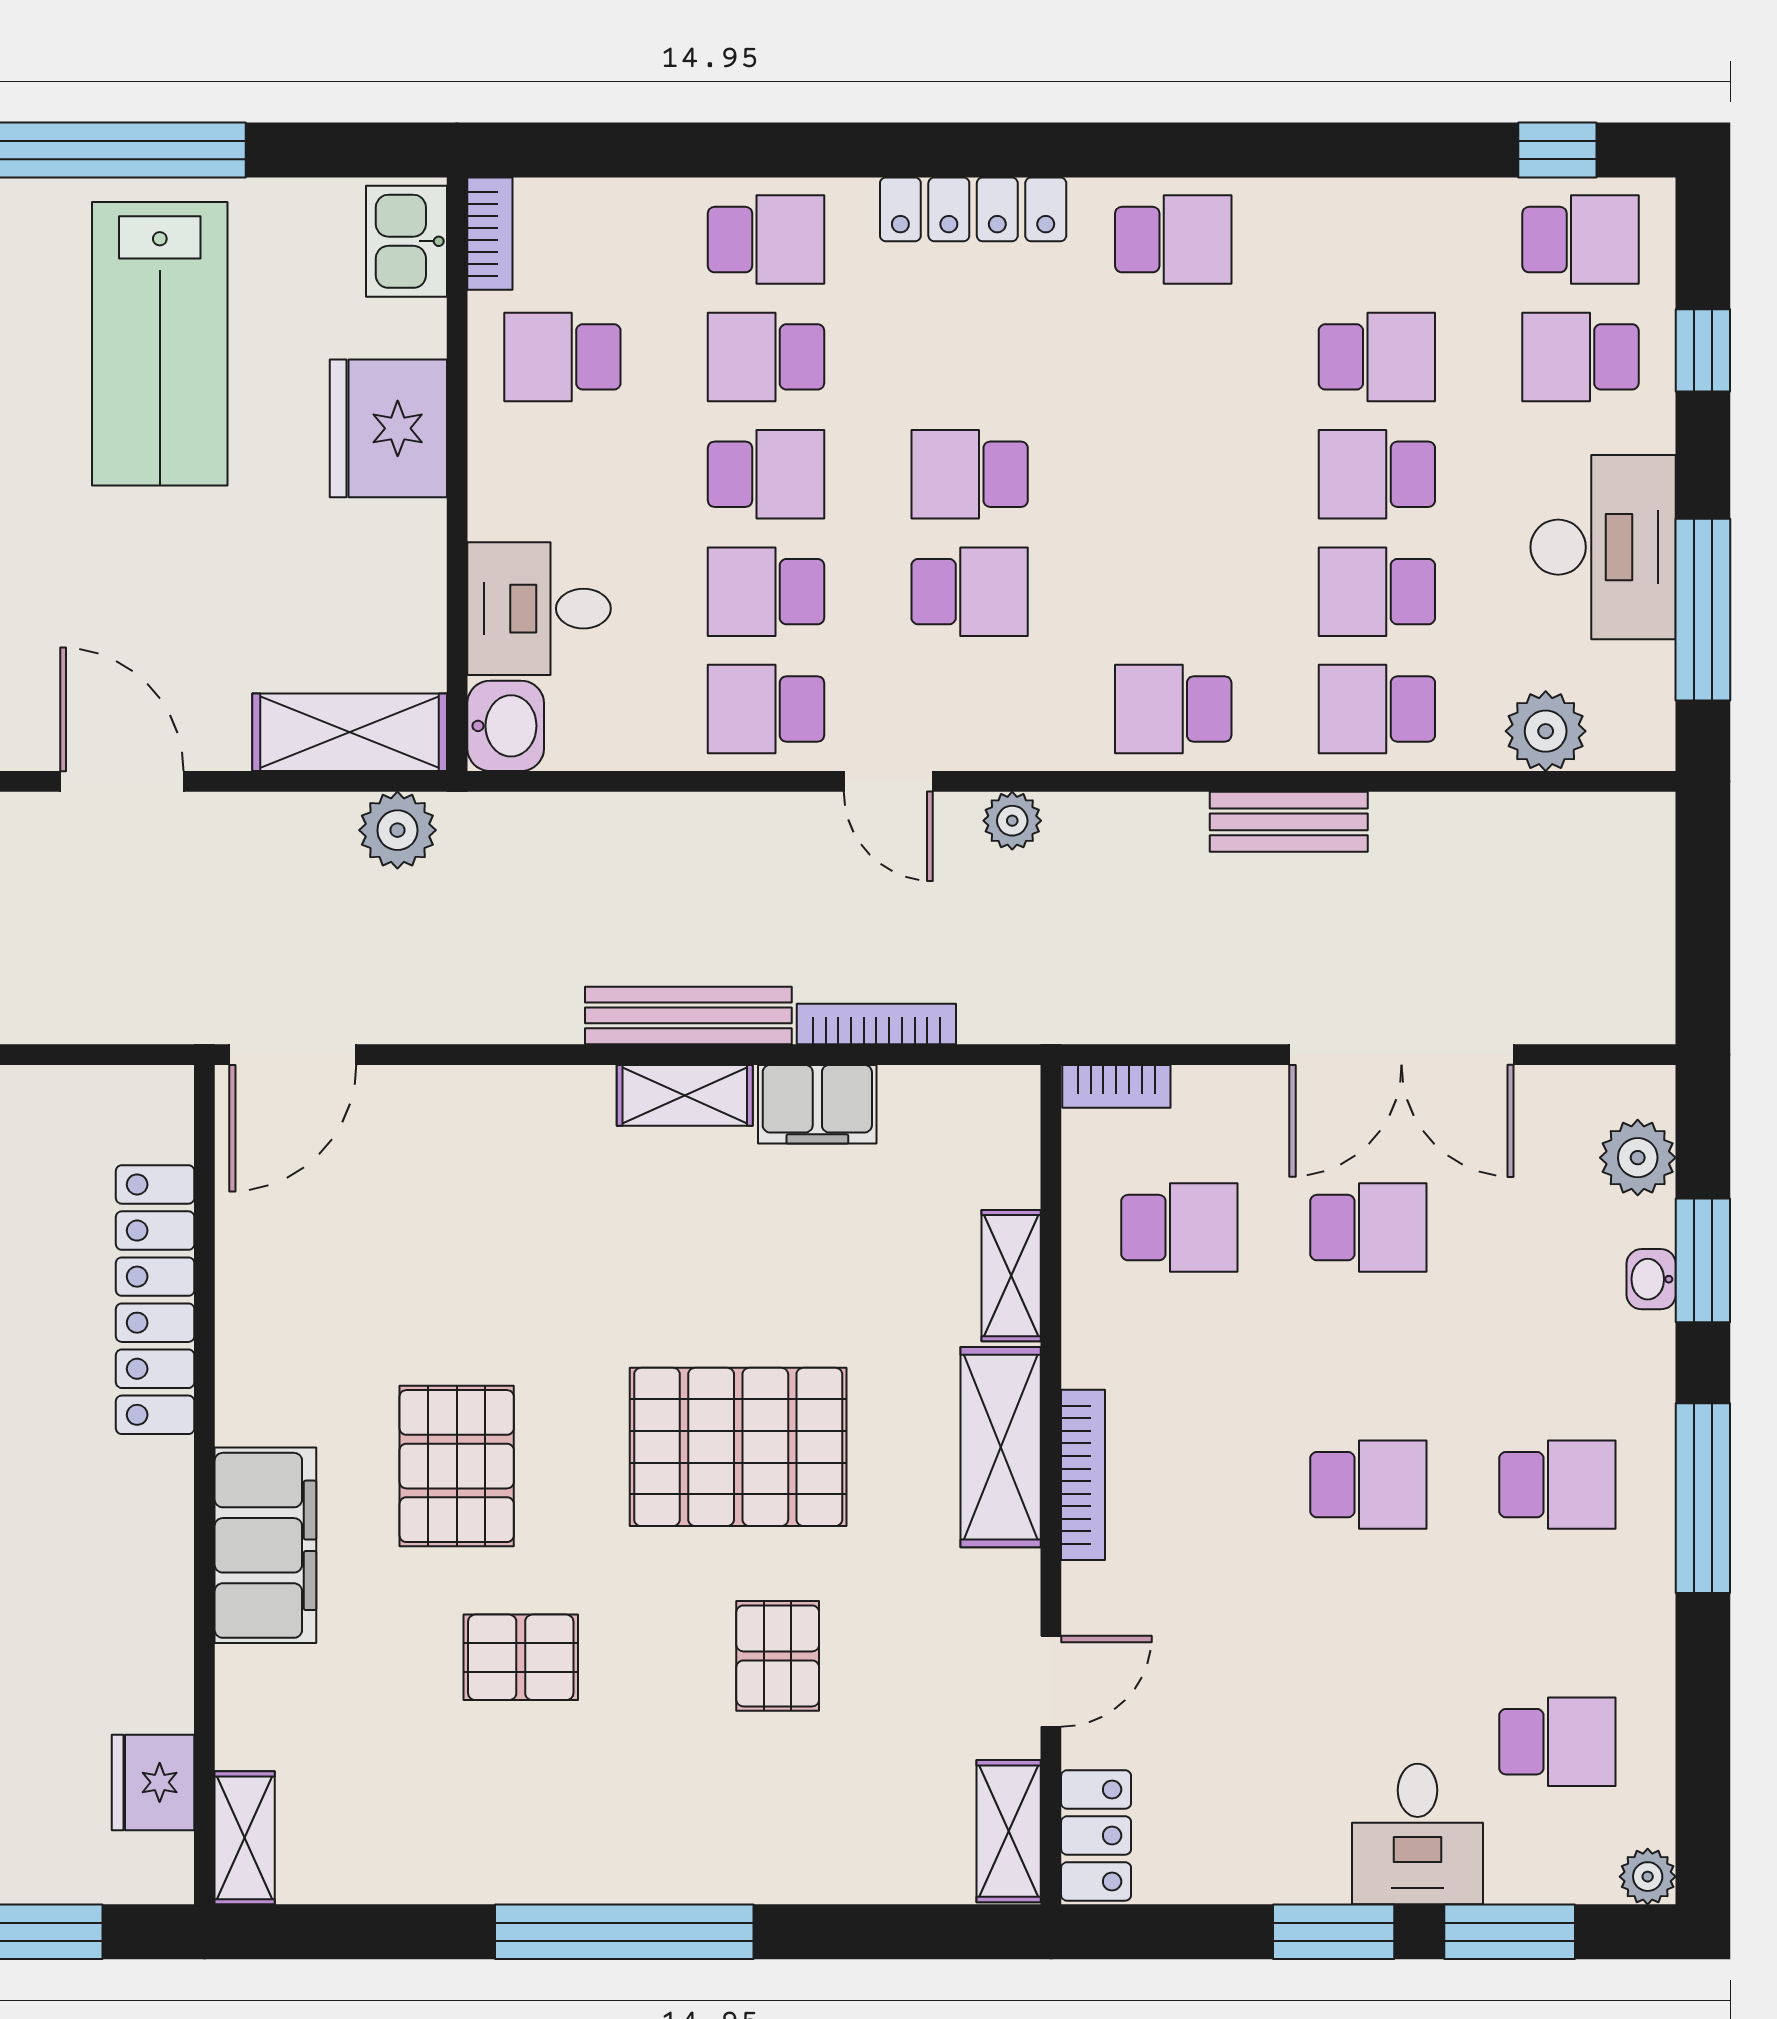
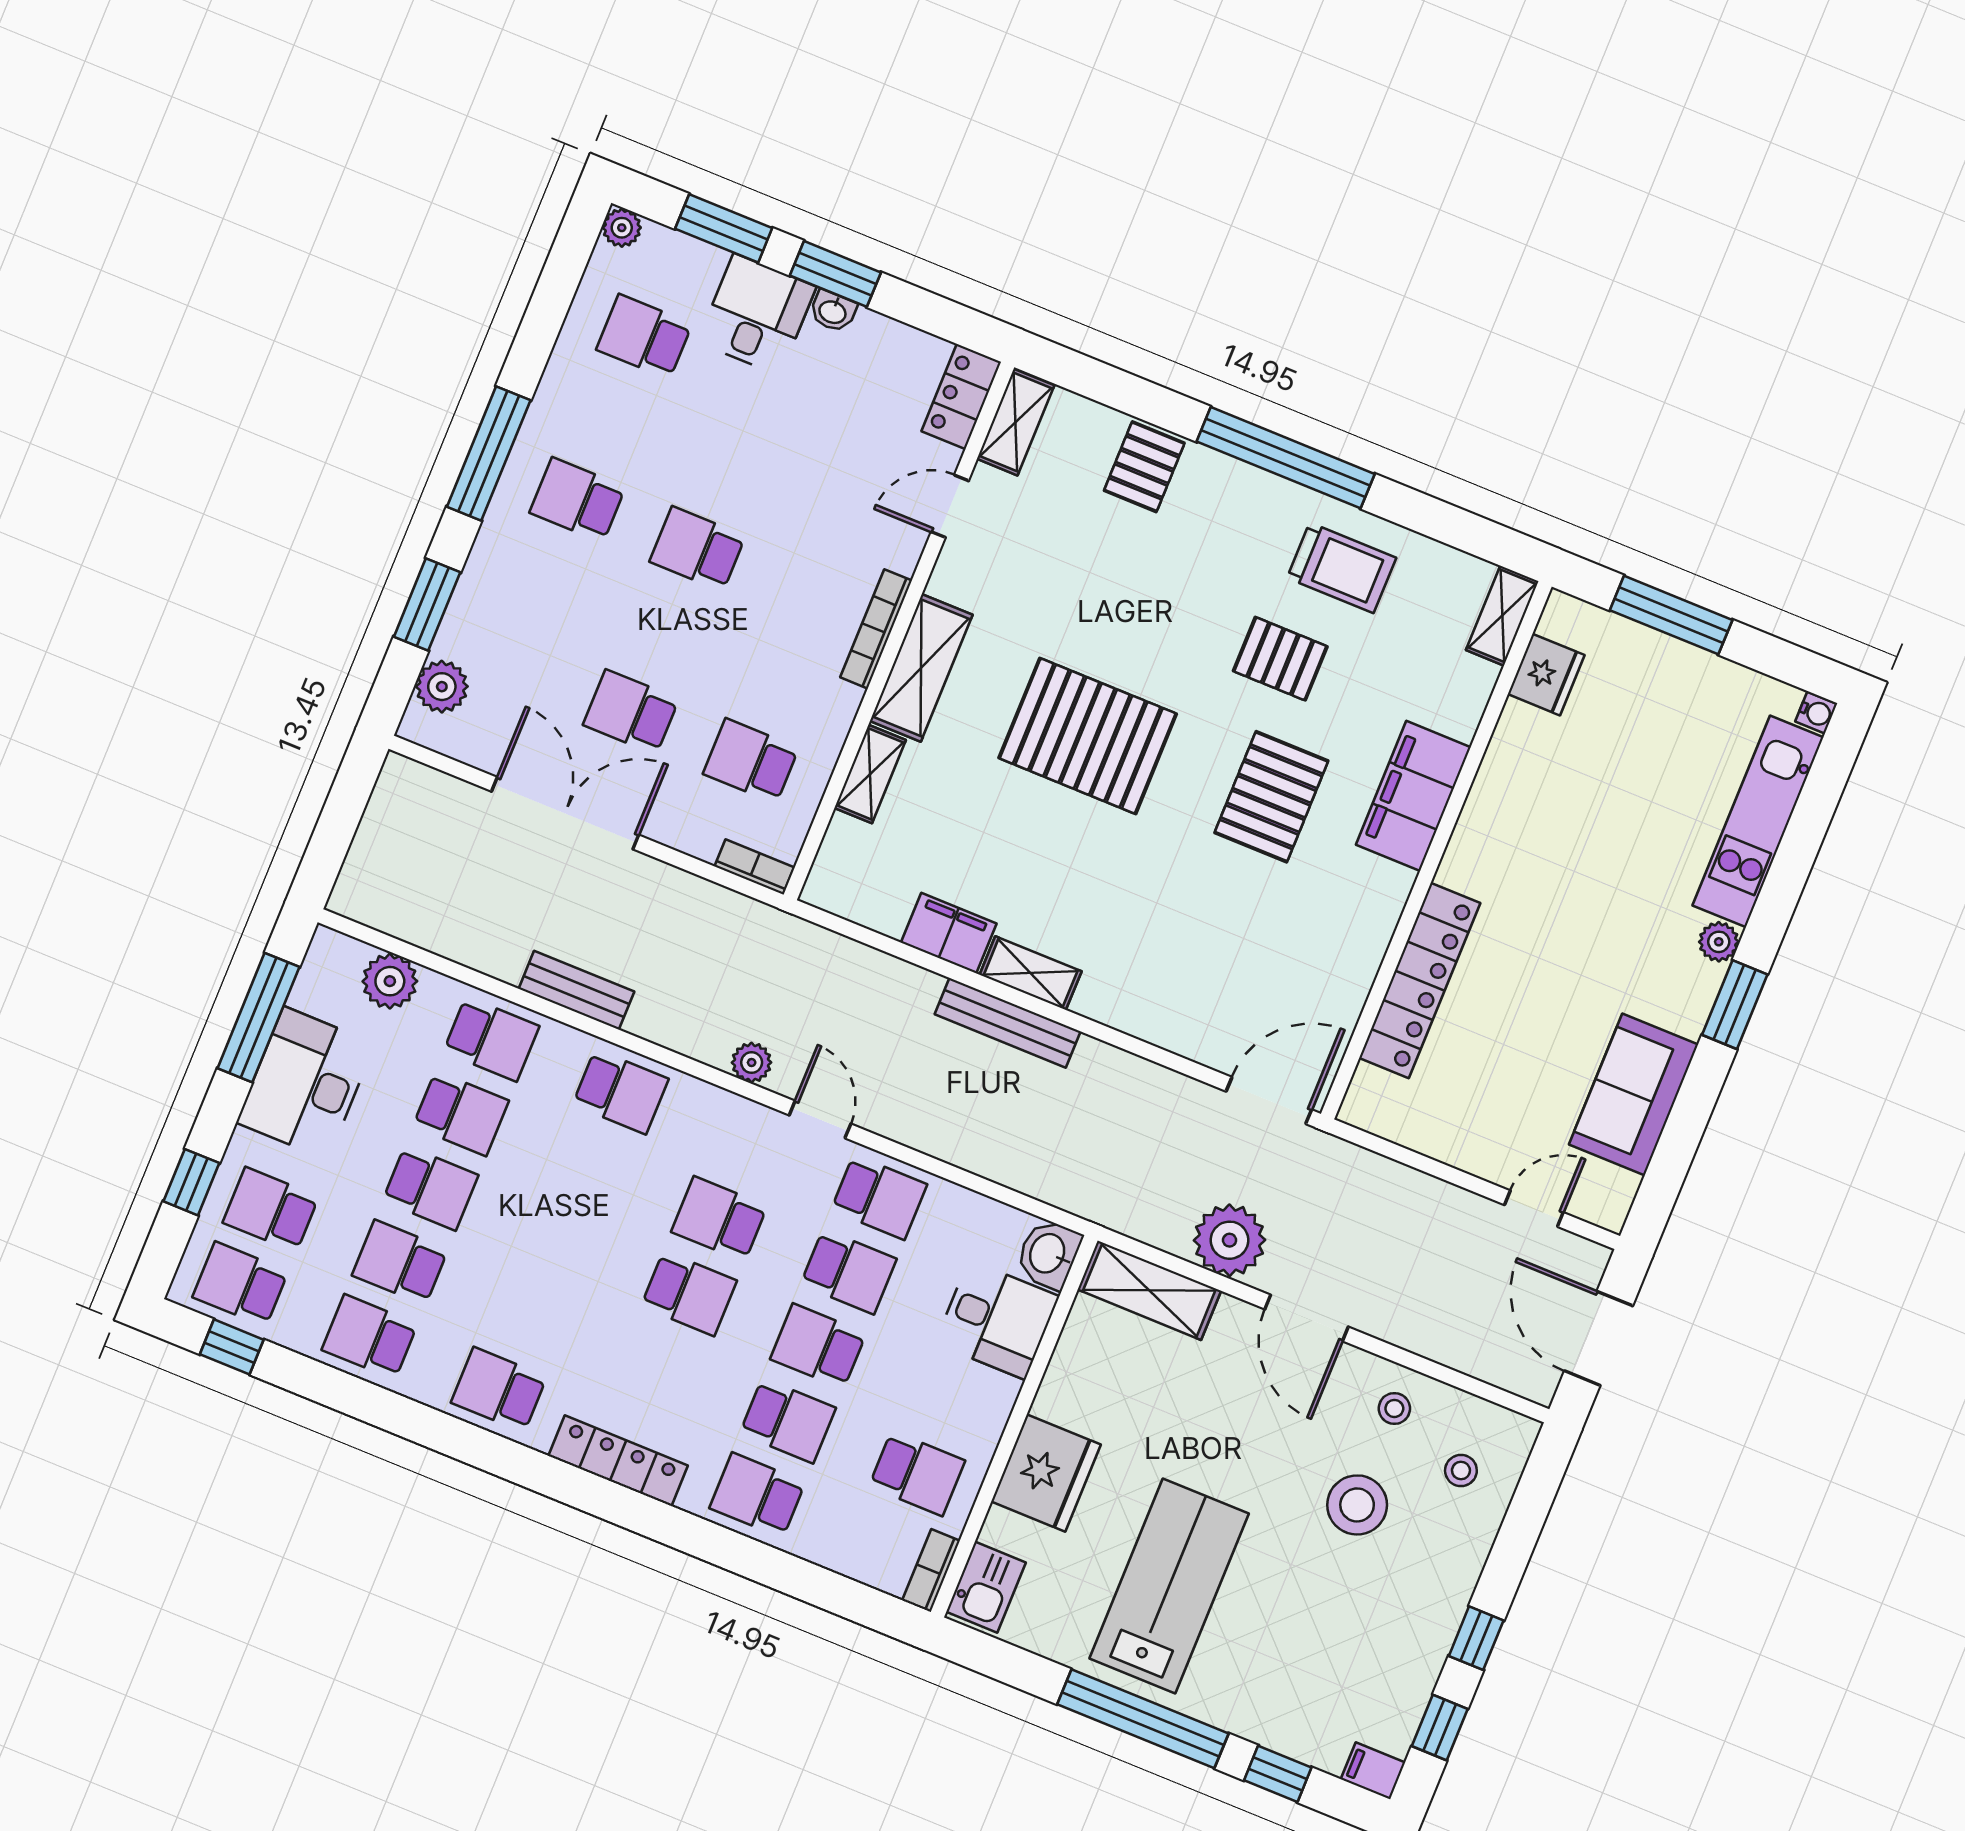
school desk: (1377, 240) -> (370, 1337), added
school desk: (1580, 357) -> (271, 1210), turned 180
plant: (397, 830) -> (1229, 1240), moved, width x1.36, depth x1.36
bookcase: (876, 1024) -> (890, 969), removed
washbasin: (1651, 1279) -> (833, 311), moved, turned 90
pallet: (778, 1656) -> (1144, 467), moved
trolley: (488, 1814) -> (1342, 568), added

